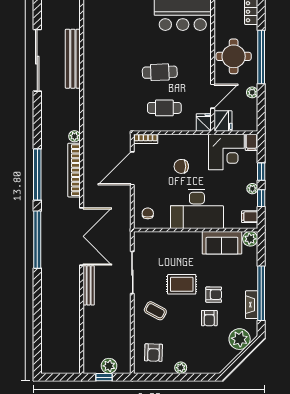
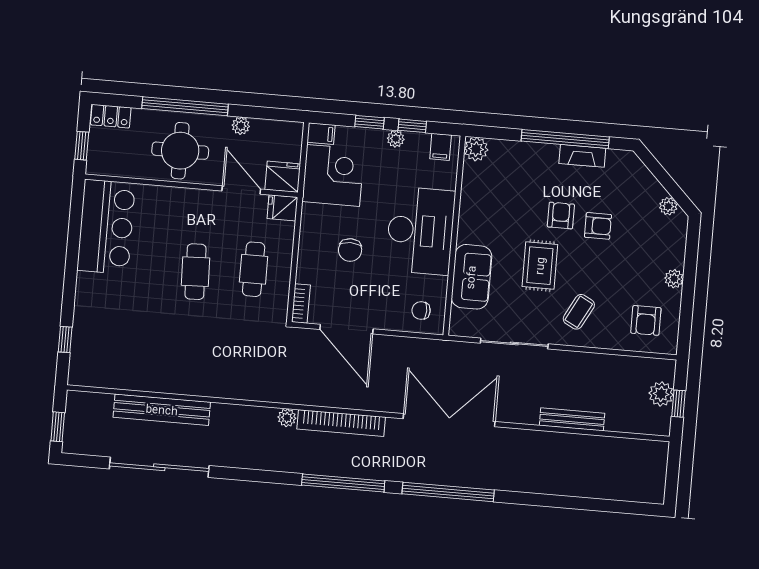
sofa: (222, 243) -> (471, 277), moved
bench: (89, 285) -> (572, 419), moved
plant: (240, 339) -> (668, 206), moved, width x0.53, depth x0.53
armchair: (154, 353) -> (646, 320), turned 88

